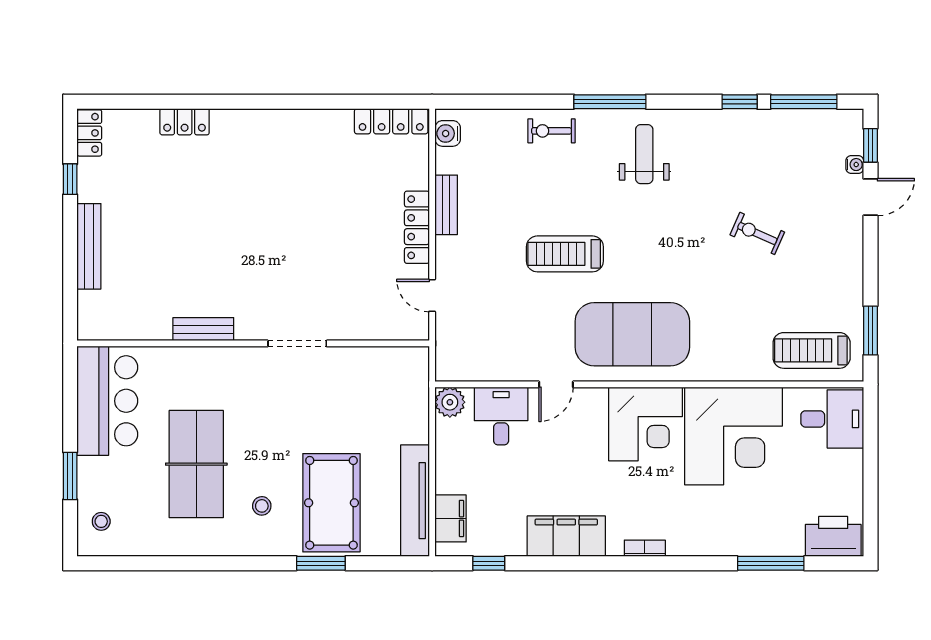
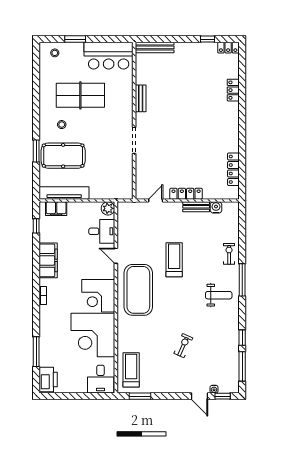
locker: (391, 121) -> (233, 169), moved
water cooler: (448, 133) -> (216, 207), moved
bench: (89, 246) -> (155, 47), moved

